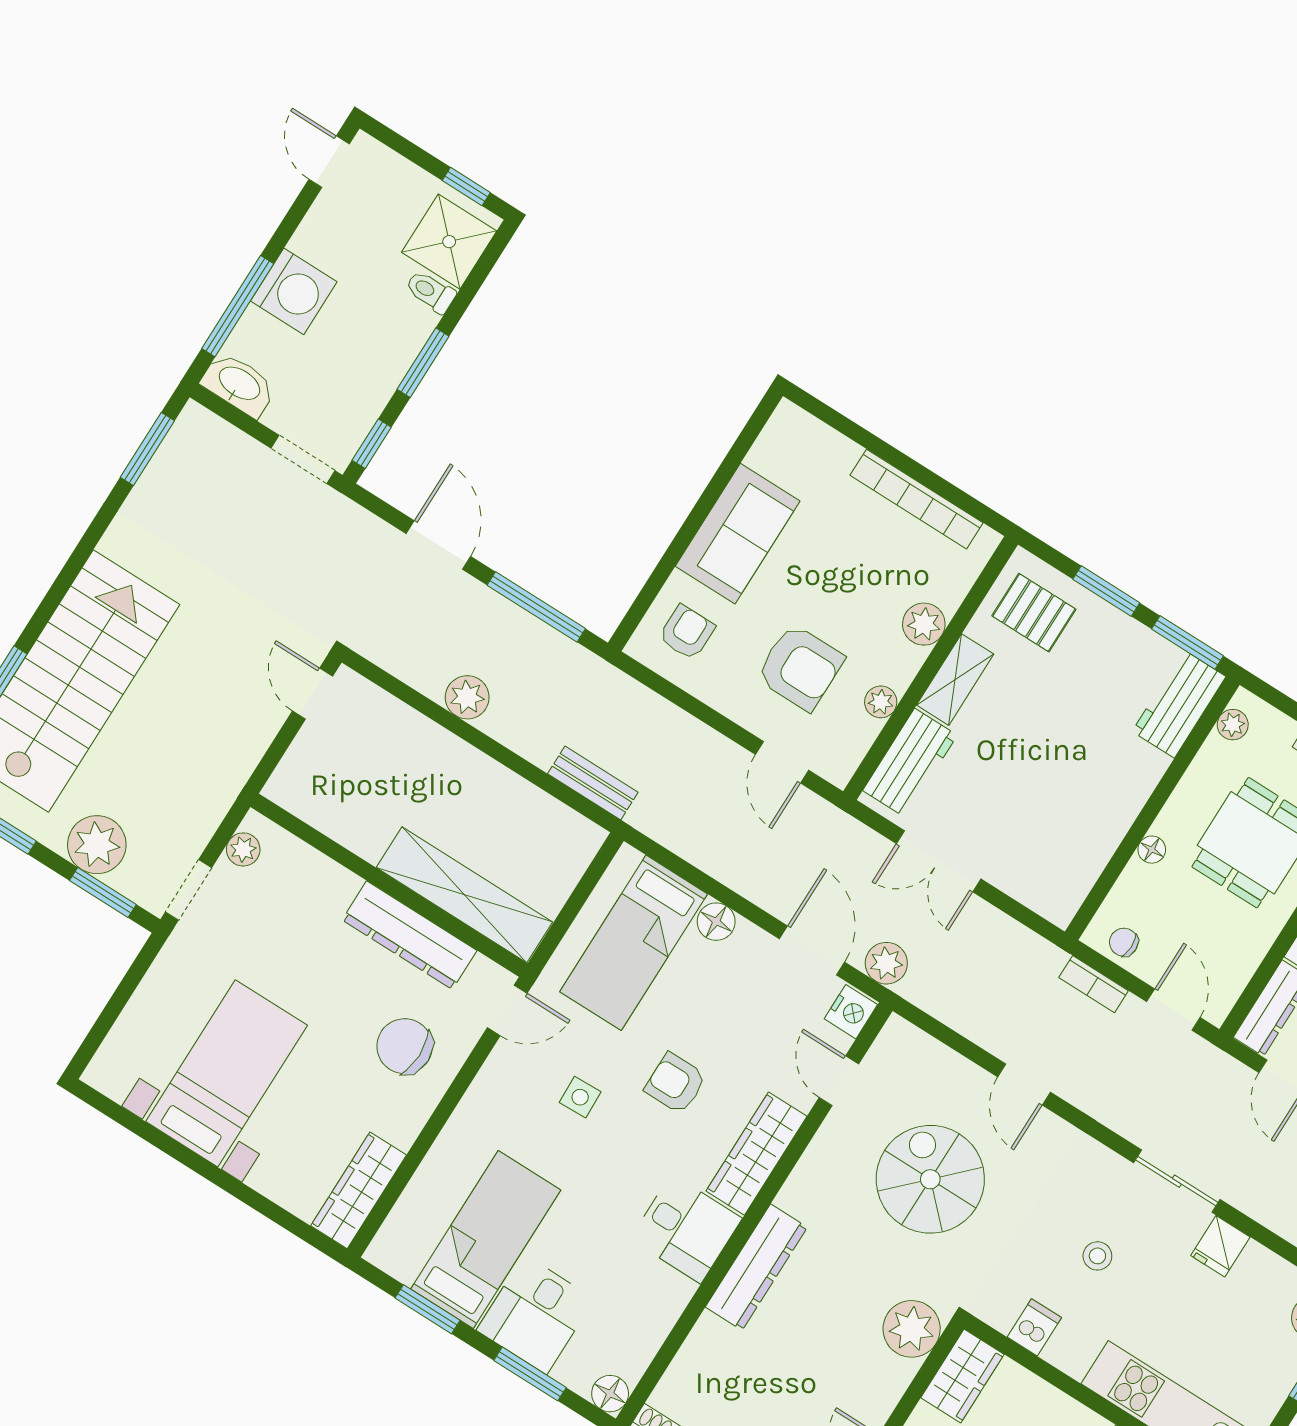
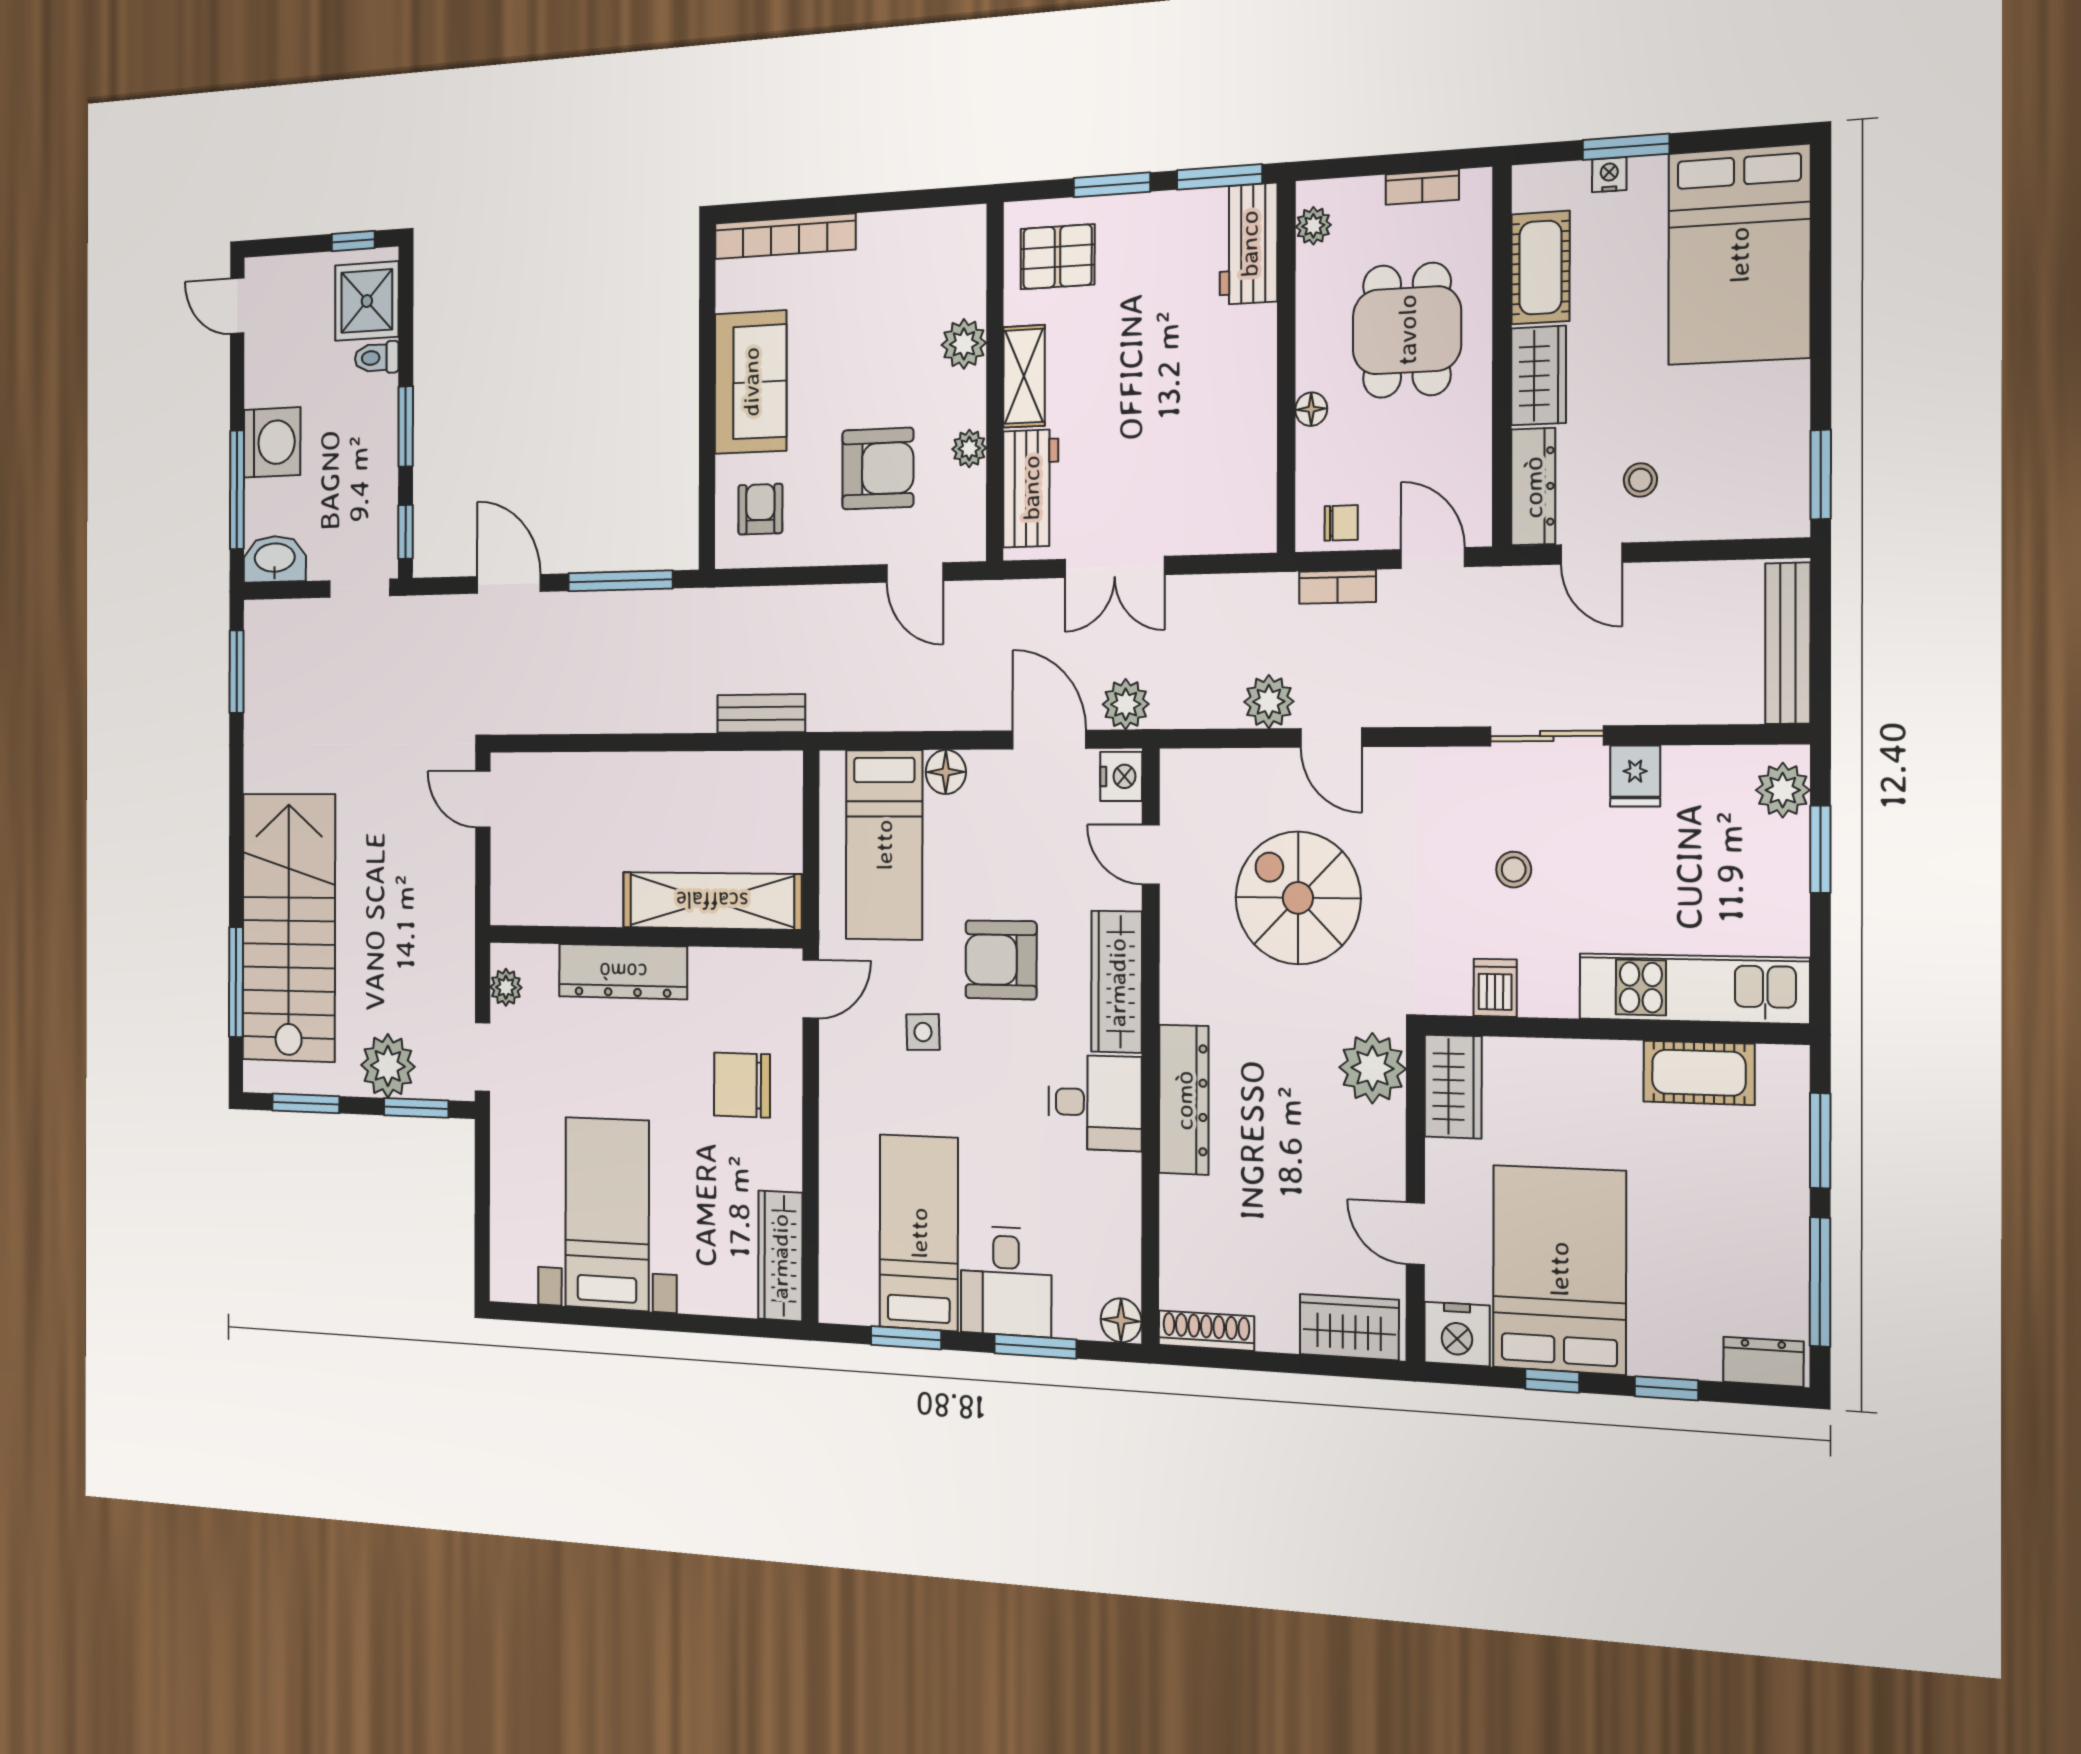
bookcase: (917, 499) -> (785, 236), moved
plant: (467, 697) -> (1269, 702), moved
dresser: (409, 935) -> (623, 972), moved
chair: (1124, 942) -> (1341, 523), turned 180
armchair: (676, 1083) -> (1001, 960), width x1.38, depth x1.38

